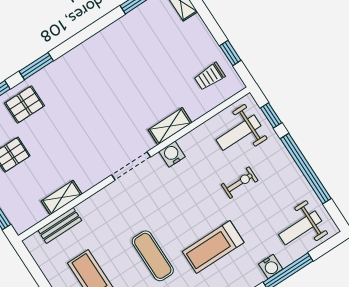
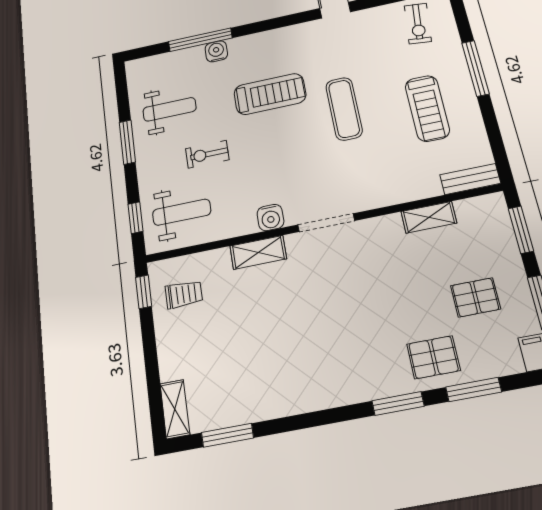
window: (230, 53) -> (144, 292), moved
window: (306, 169) -> (127, 142), width x0.47
bench: (60, 225) -> (470, 179), moved
weight bench: (300, 228) -> (170, 109), moved

